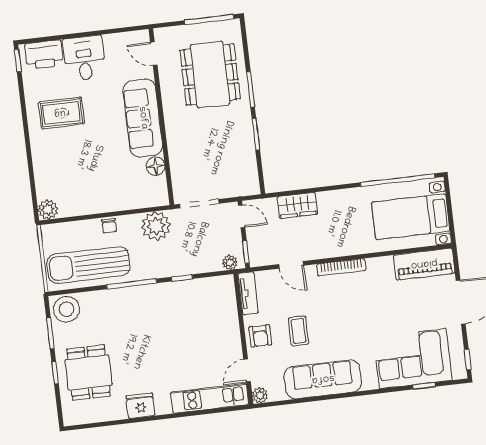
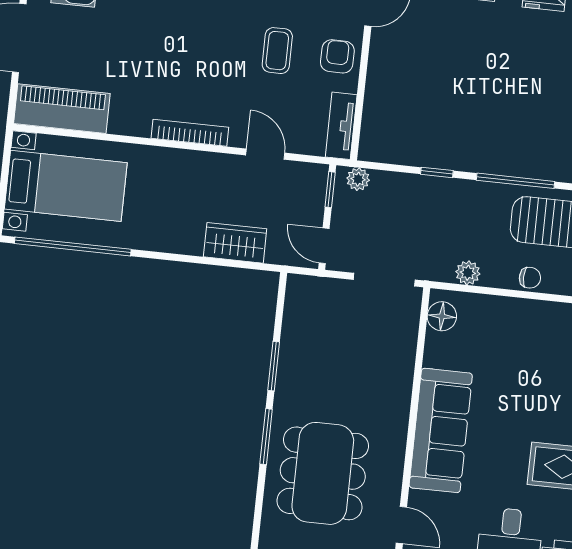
floor lamp: (156, 166) -> (442, 316), moved
chair: (109, 226) -> (530, 278), turned 90
plant: (156, 226) -> (468, 273), width x0.53, depth x0.53

